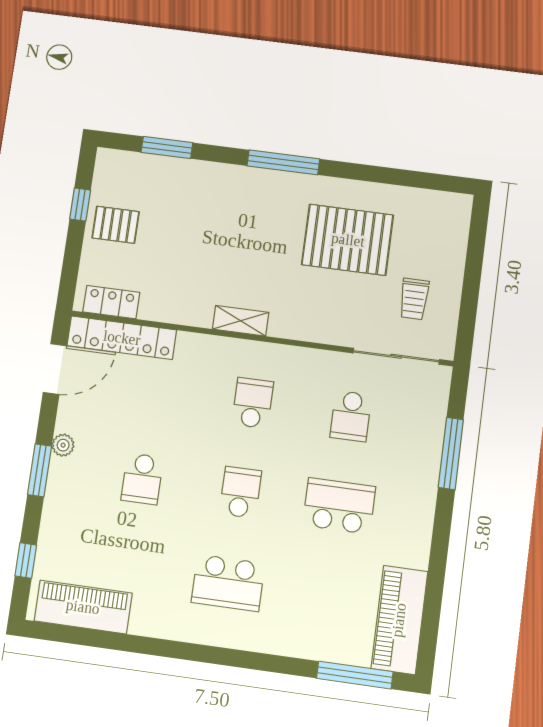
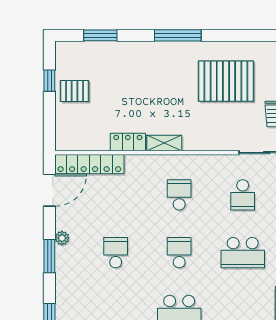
locker: (111, 302) -> (128, 142), moved
school desk: (142, 479) -> (116, 253), turned 180
school desk: (339, 506) -> (243, 253), turned 180

